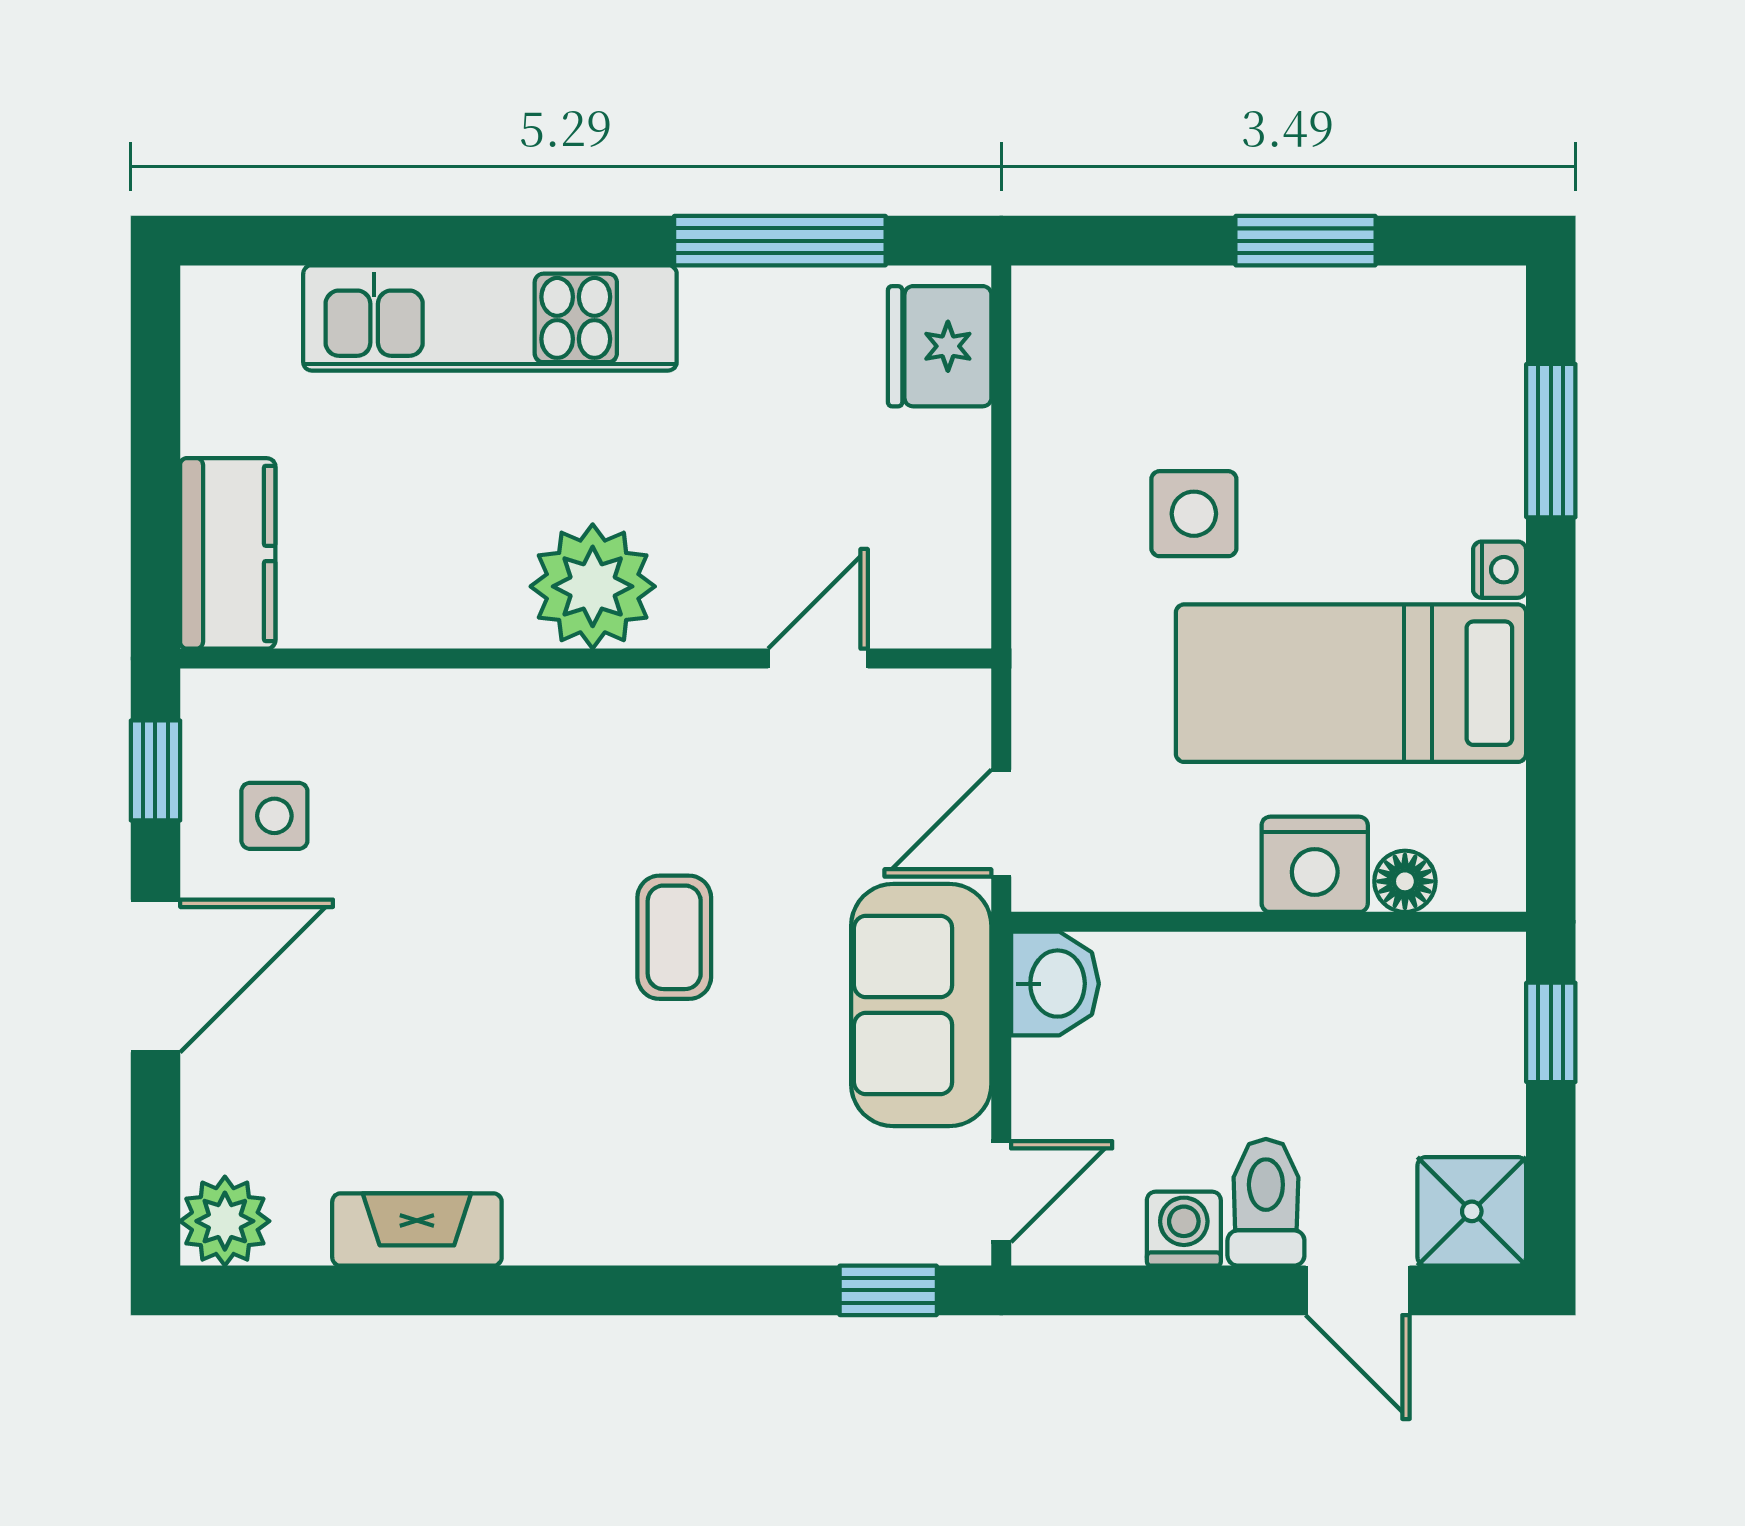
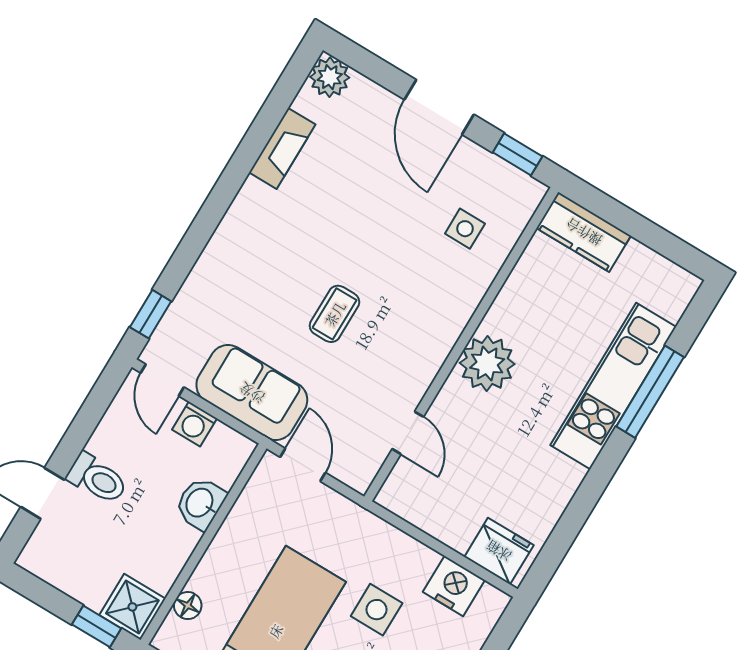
window: (780, 241) -> (650, 392), moved
side table: (274, 816) -> (465, 229), moved
nightstand: (1315, 864) -> (454, 586), moved, turned 90
coffee table: (674, 937) -> (335, 314), turned 90
washbasin: (1055, 984) -> (200, 503), moved, turned 90
shower: (1472, 1211) -> (132, 607), moved
washing machine: (1184, 1229) -> (194, 424), moved, turned 90

